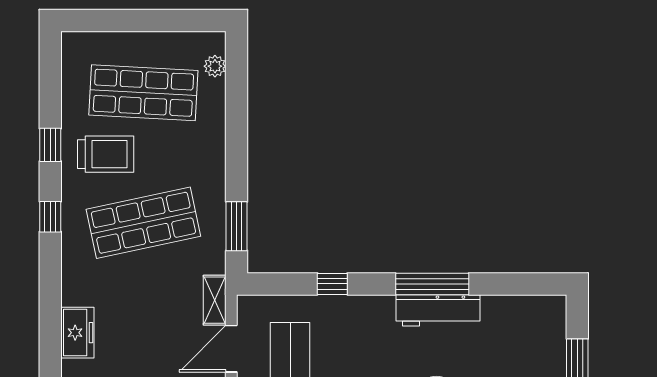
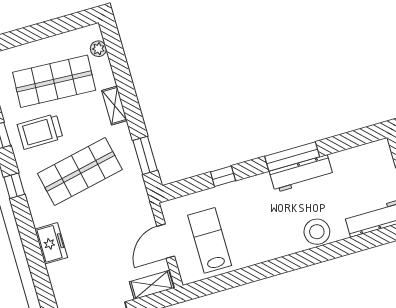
trolley: (106, 154) -> (40, 131), turned 180
shelving: (215, 300) -> (114, 105), moved
freezer: (77, 333) -> (51, 243), moved

